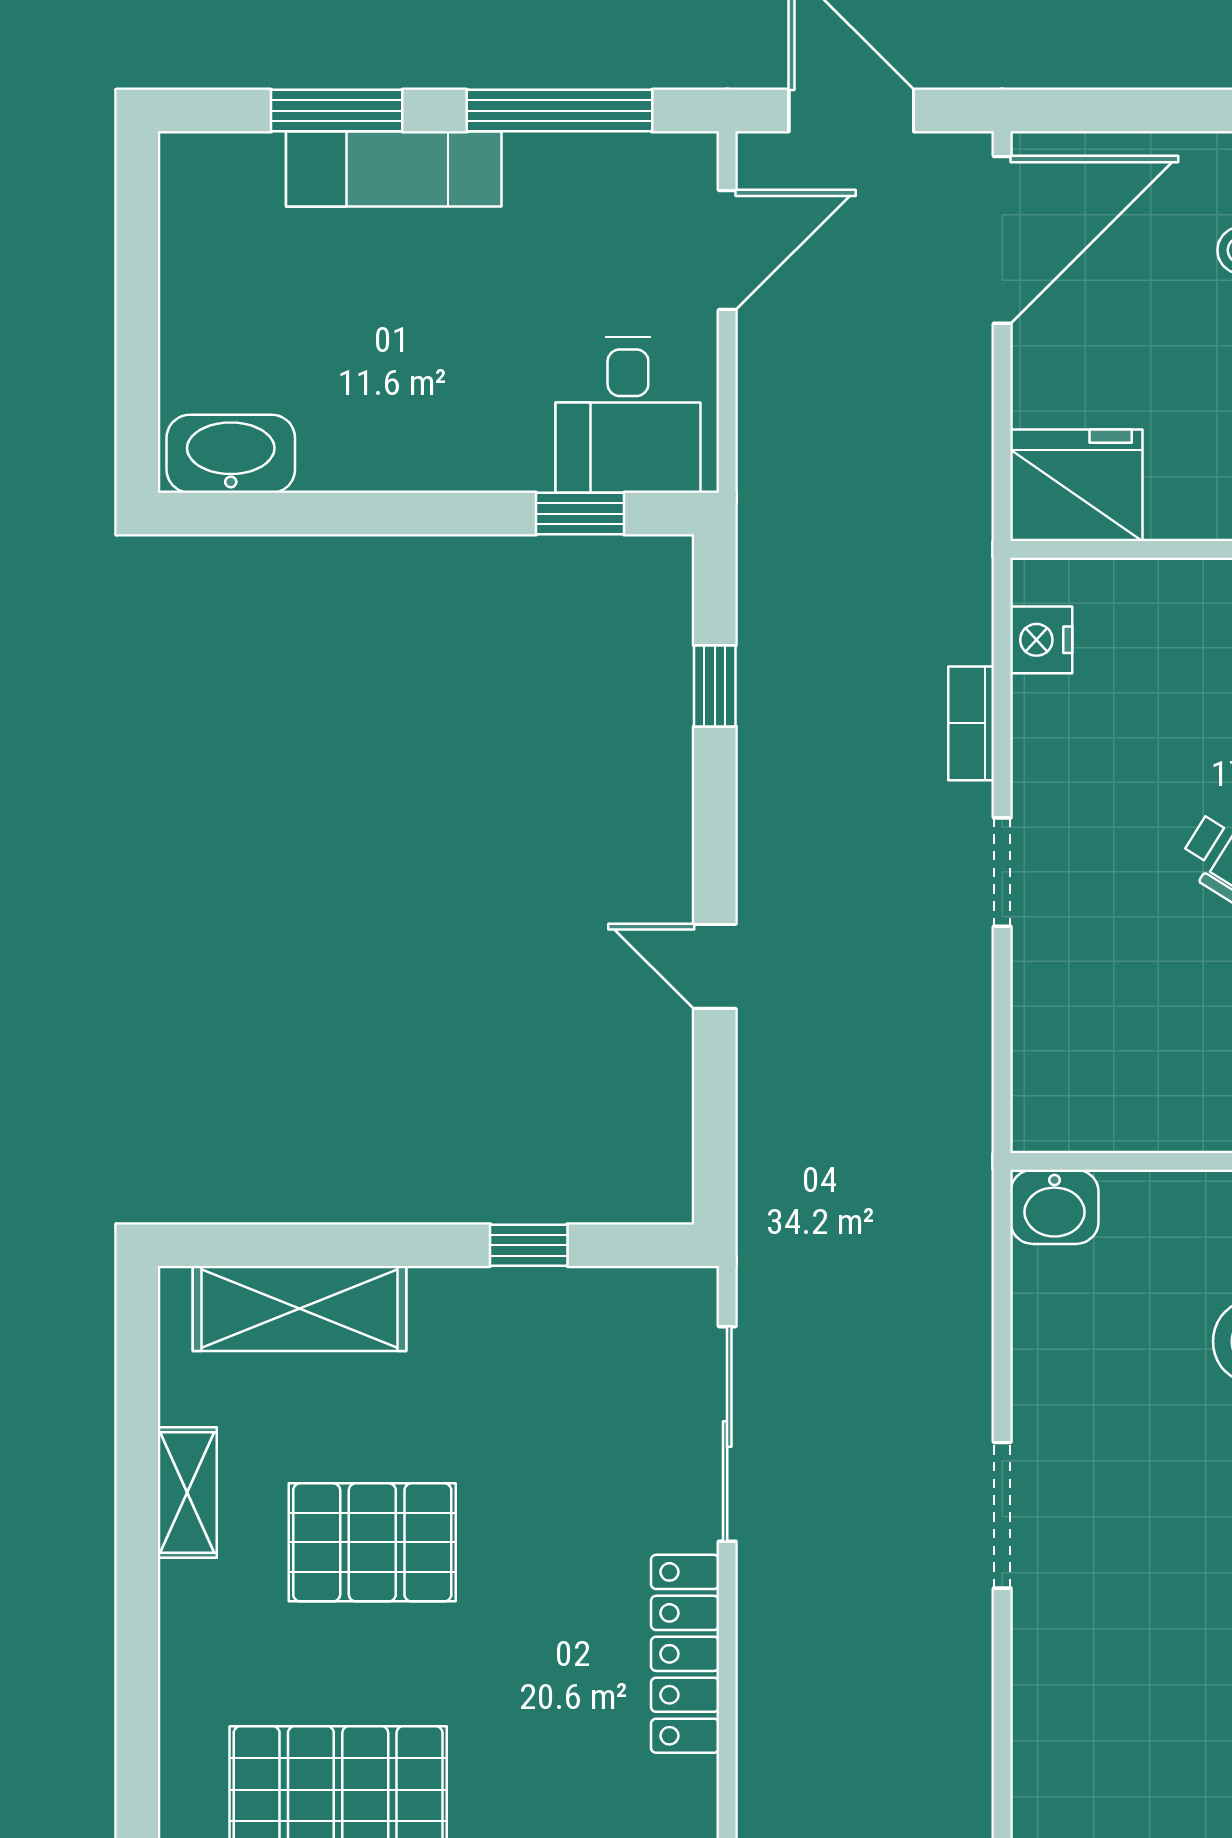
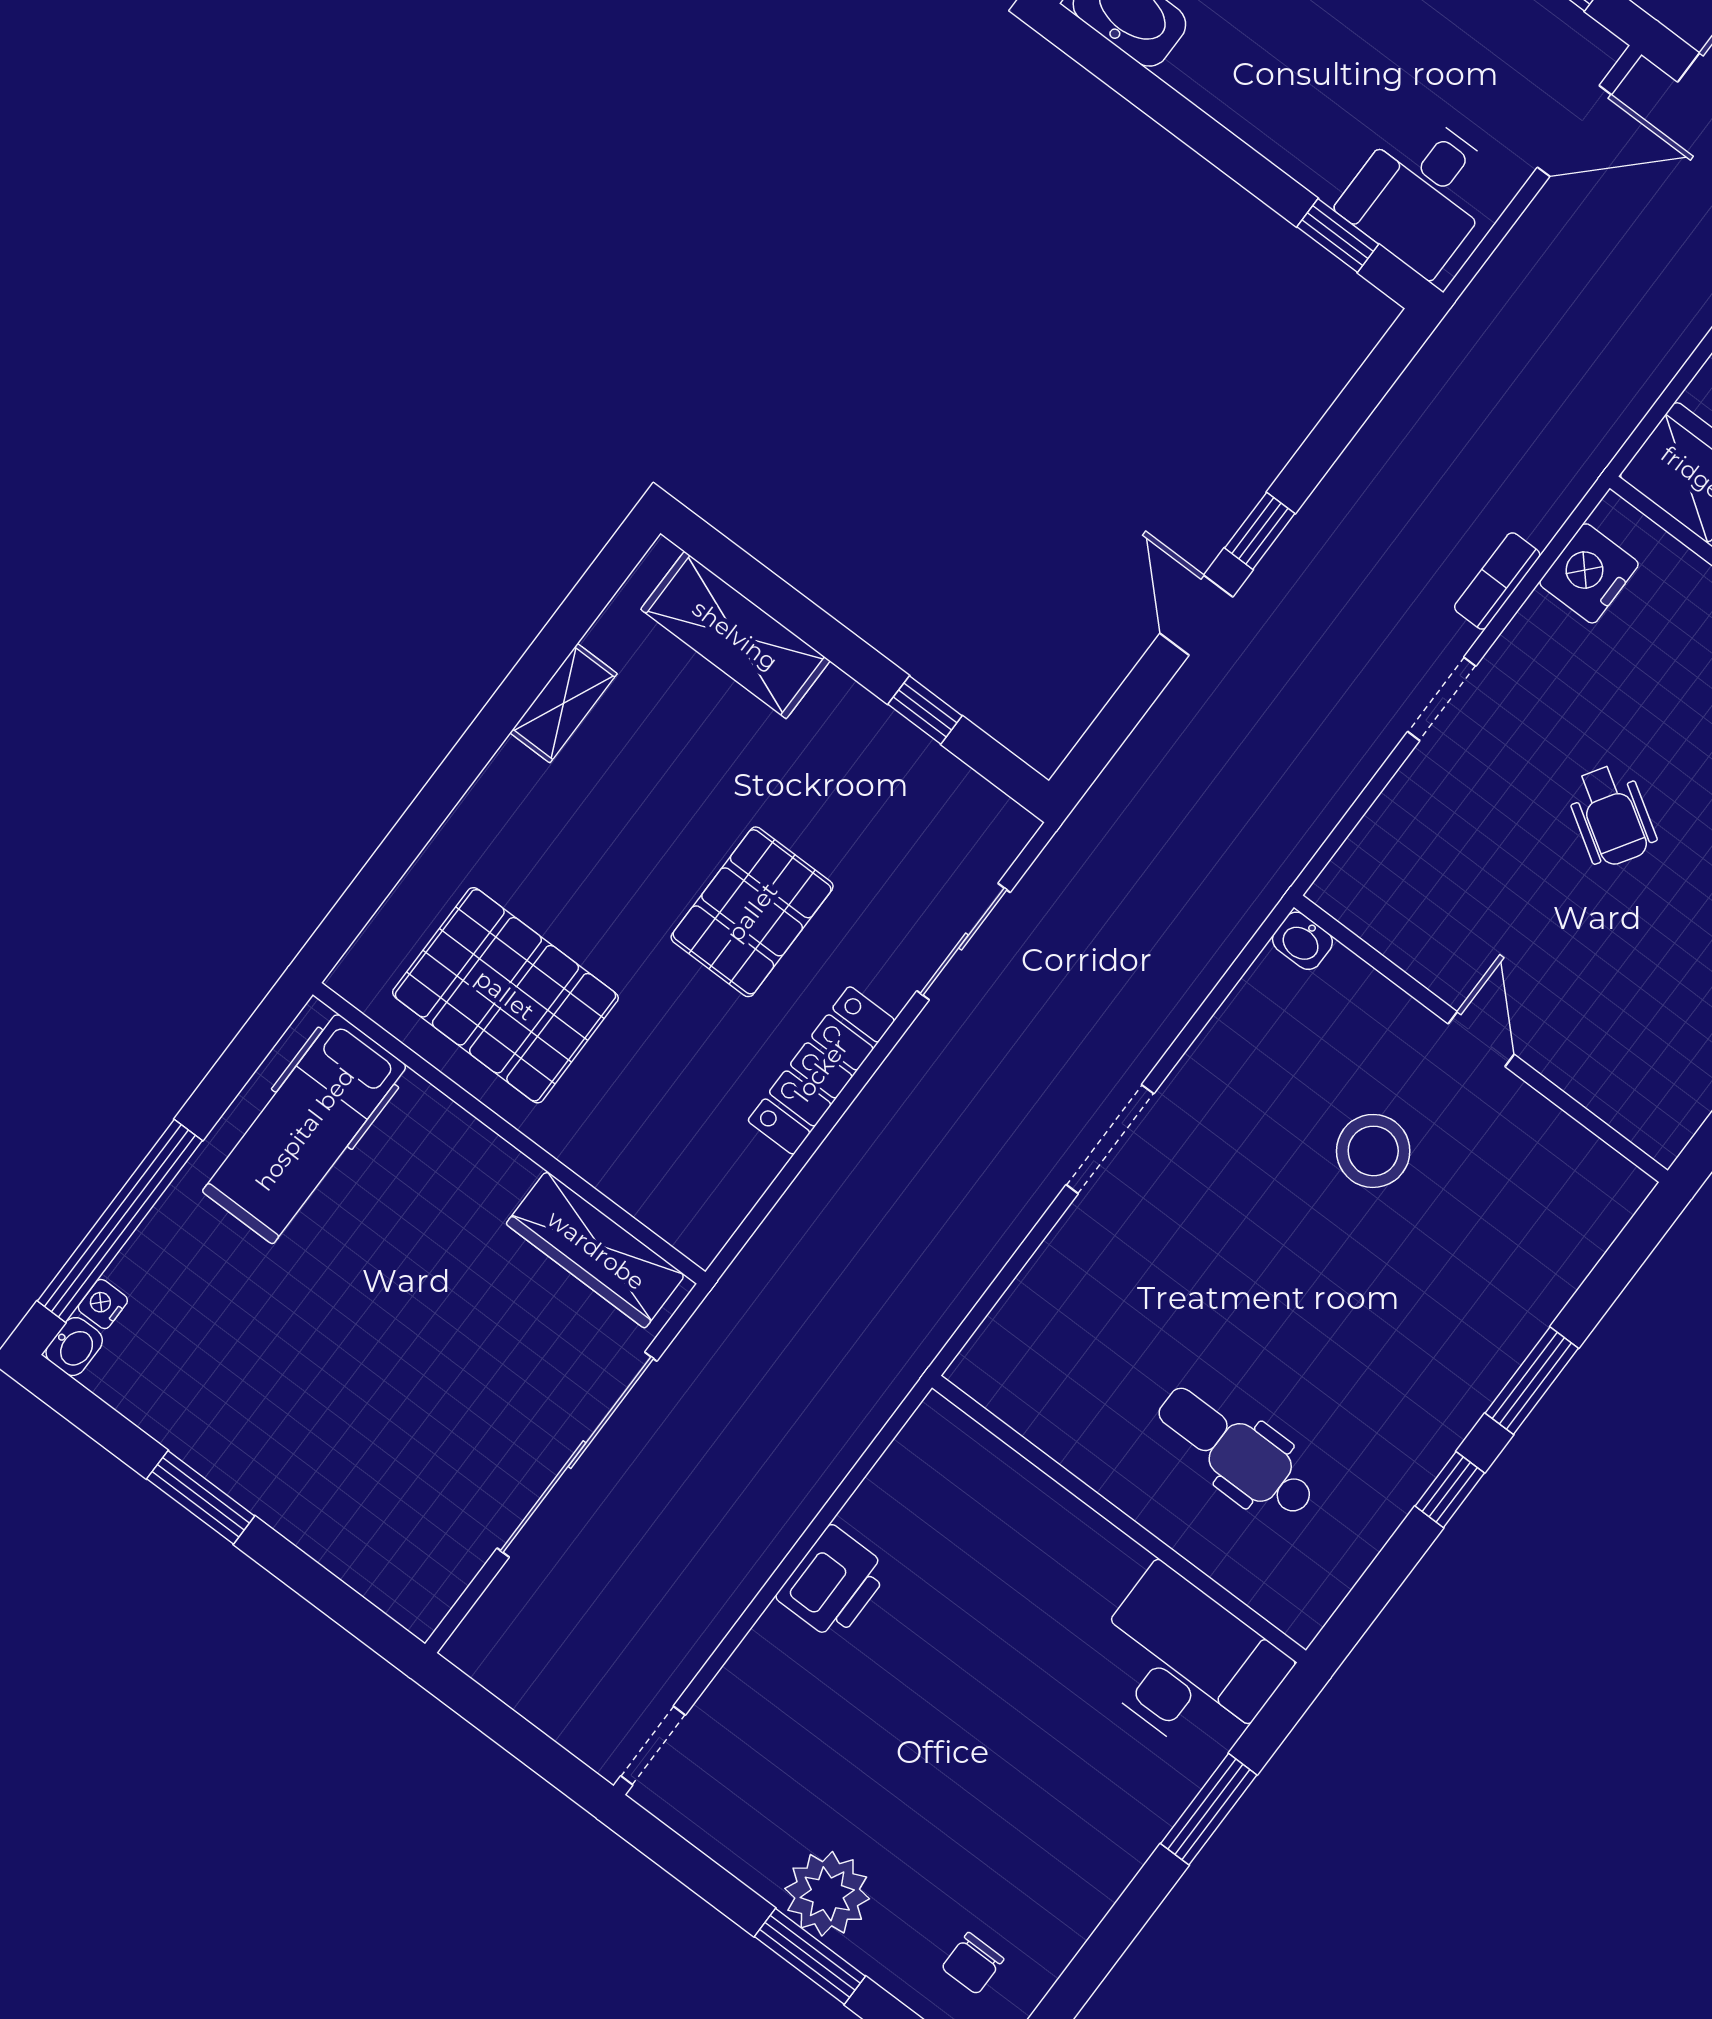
nightstand: (1041, 640) -> (1589, 573), width x1.36, depth x1.33
window: (715, 686) -> (1260, 531), moved
washbasin: (1054, 1207) -> (1302, 941), width x0.72, depth x0.69
sliding door: (727, 1434) -> (964, 942), width x0.73
pallet: (372, 1542) -> (752, 912), moved, turned 90

